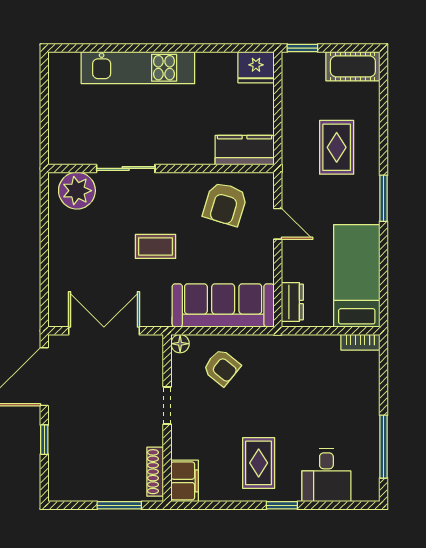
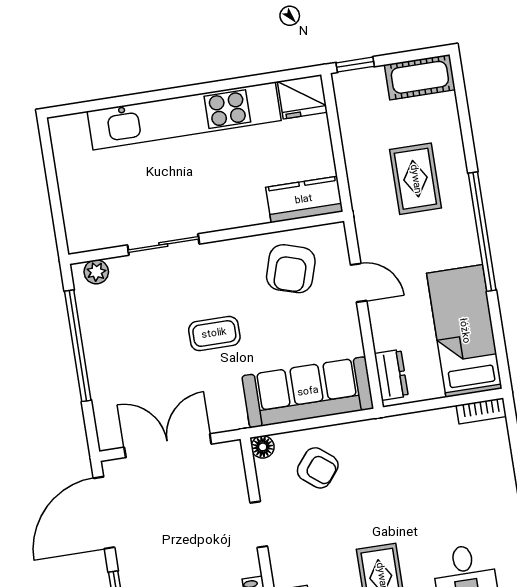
kitchen unit: (138, 68) -> (184, 116), width x1.36
plant: (77, 191) -> (96, 272), width x0.53, depth x0.53
window: (383, 198) -> (482, 232), width x2.11
window: (44, 239) -> (78, 346), added

